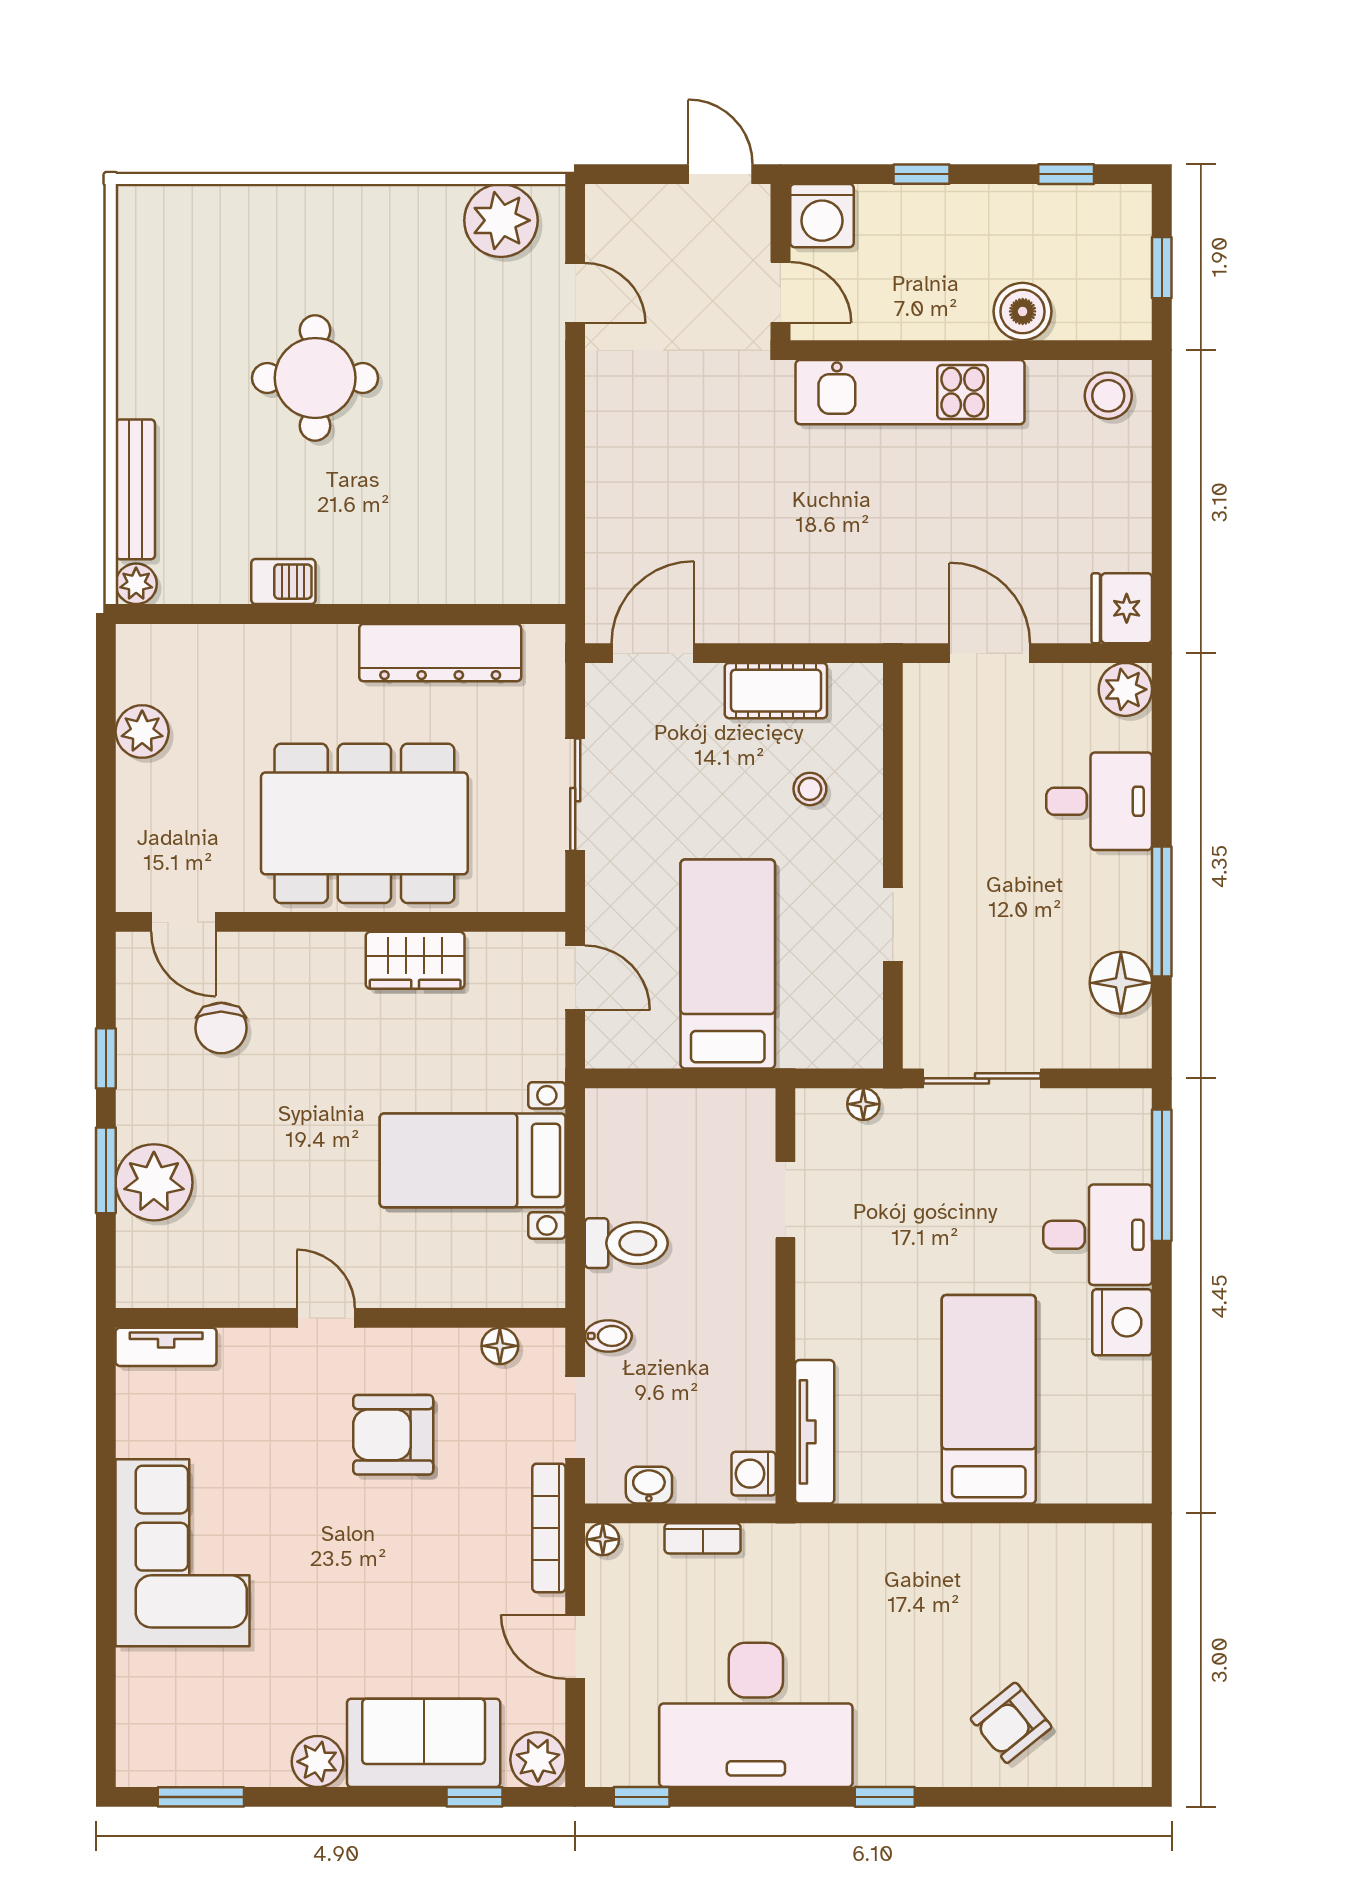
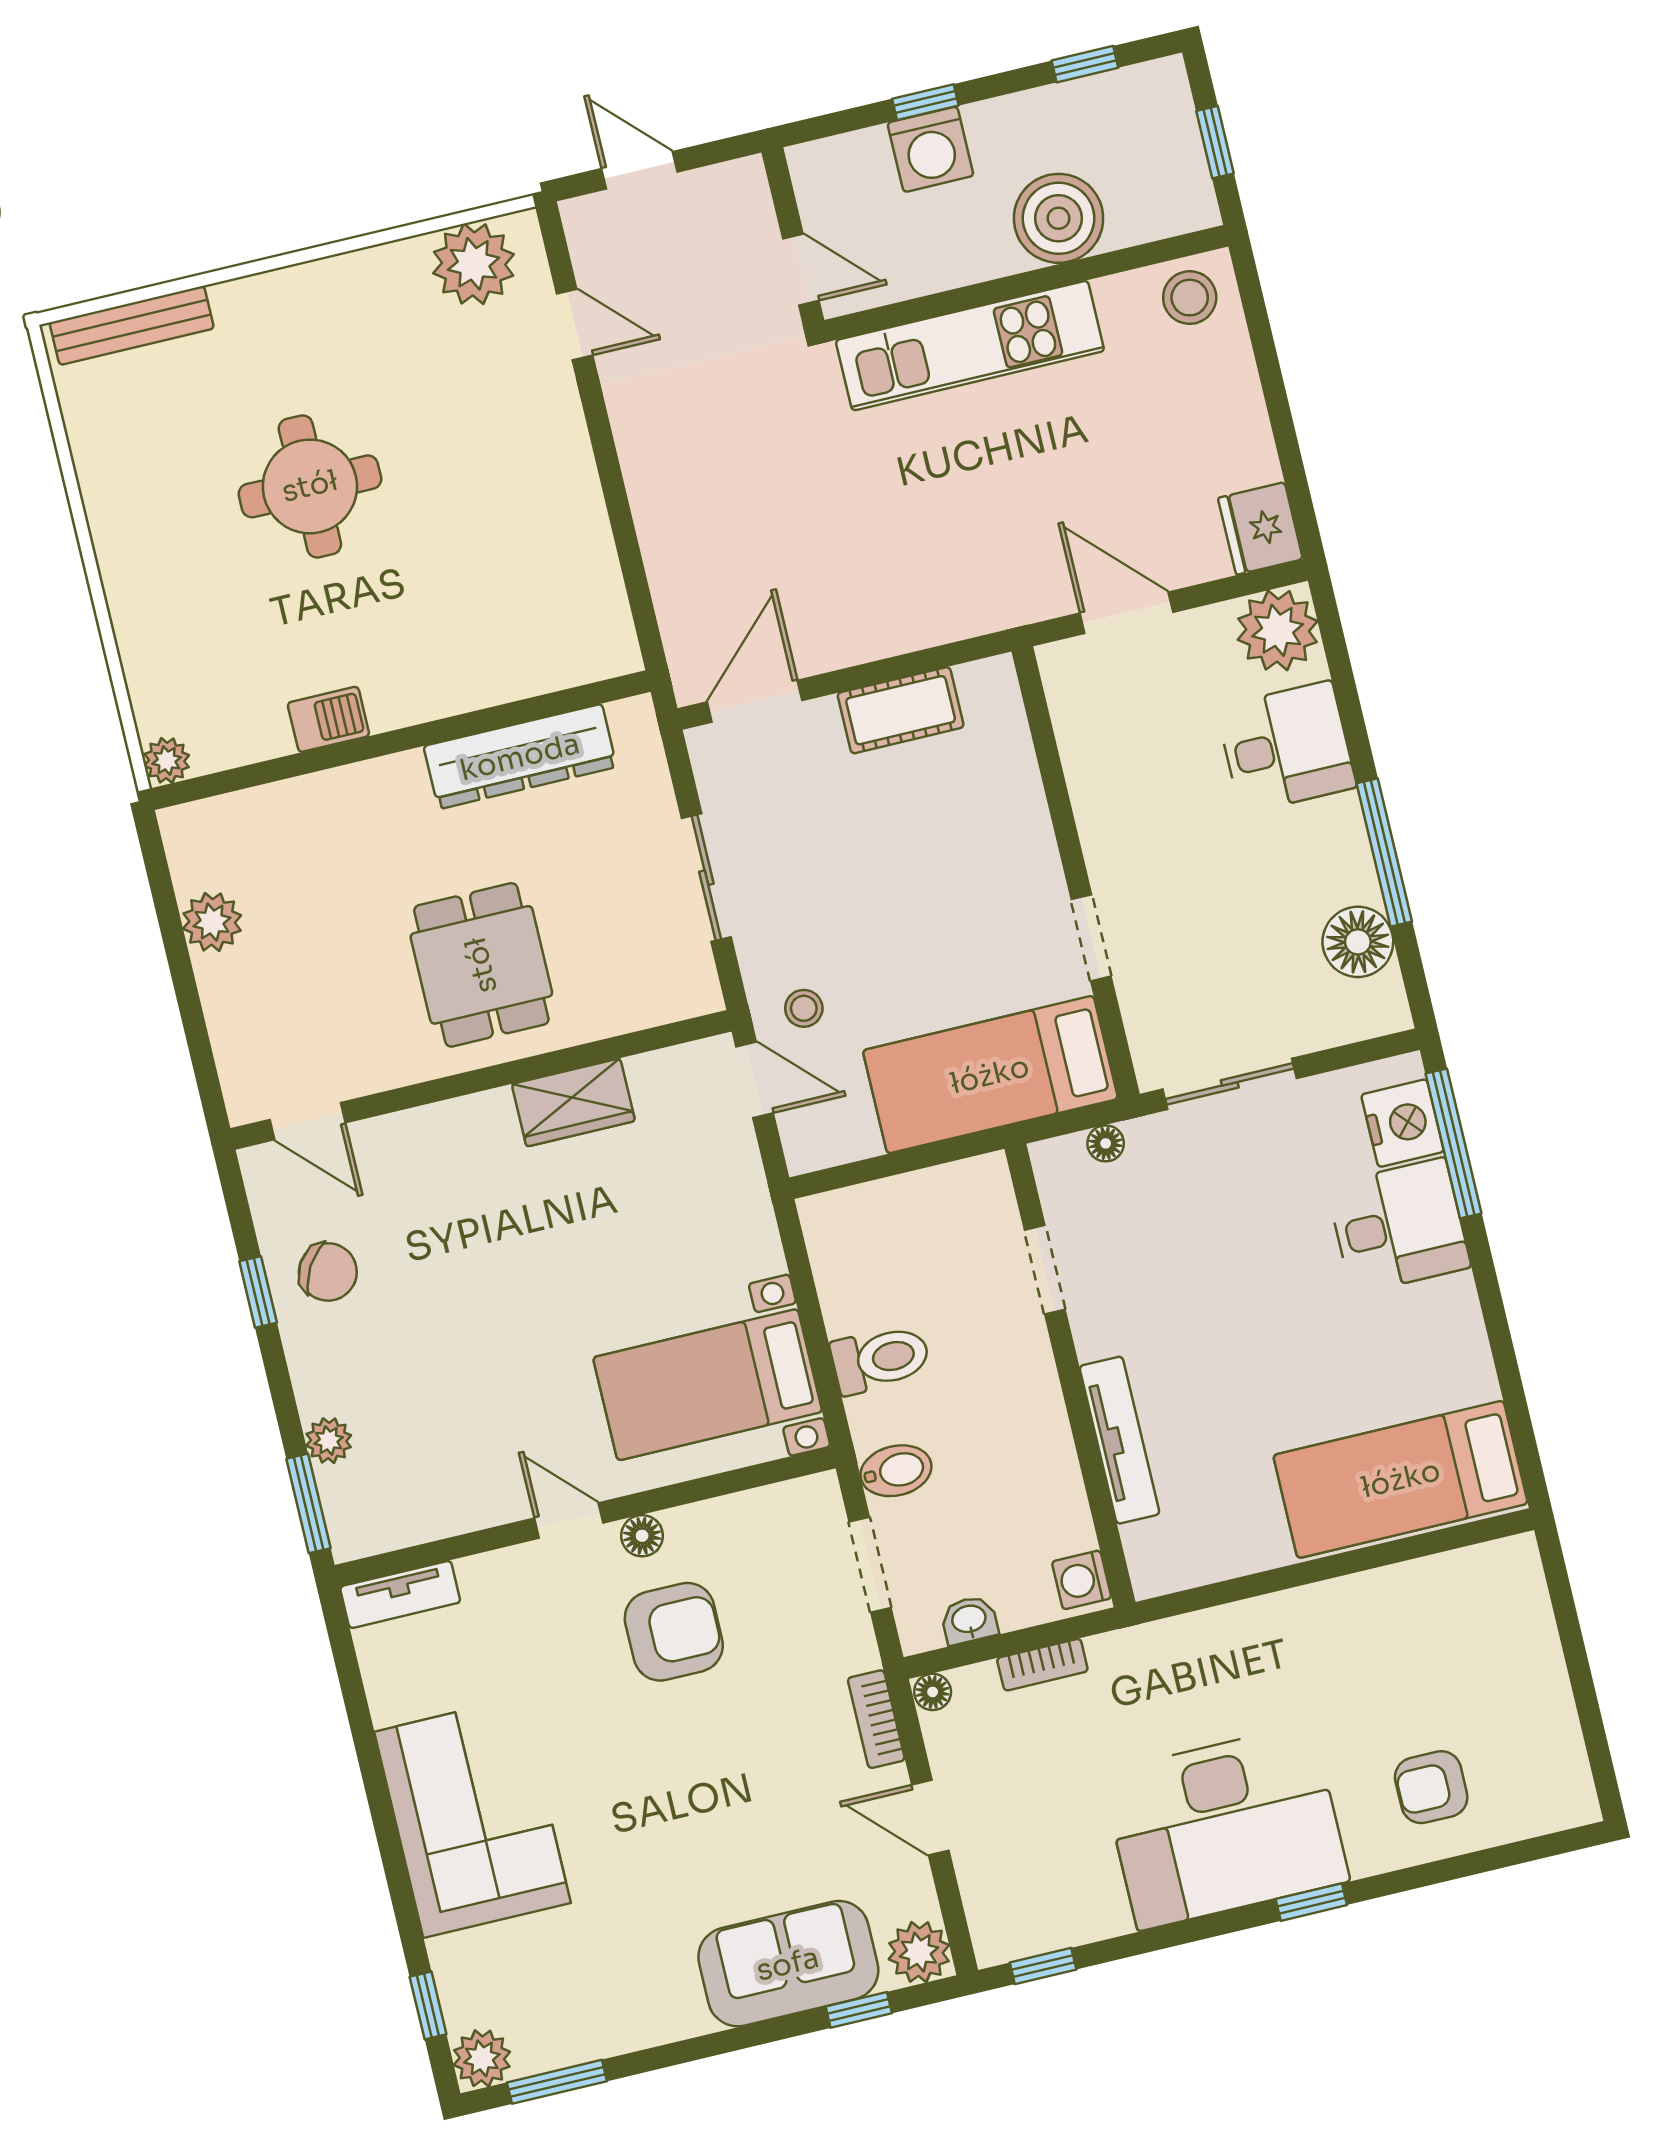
door: (720, 174) -> (639, 170), moved
washing machine: (822, 216) -> (930, 149), moved
boiler: (1023, 311) -> (1059, 218), width x1.37, depth x1.37
bench: (135, 489) -> (132, 325), moved, turned 90
plant: (1125, 689) -> (1278, 630), width x1.36, depth x1.36
stool: (810, 789) -> (804, 1008), moved
dining table: (364, 823) -> (481, 965), width x0.53, depth x0.80
bed: (728, 964) -> (990, 1075), moved, turned -90
chair: (221, 1028) -> (328, 1272), moved, turned -59
bed with nightstands: (473, 1160) -> (708, 1385), moved
window: (106, 1170) -> (308, 1503), moved
plant: (154, 1182) -> (329, 1441), width x0.53, depth x0.53
nightstand: (1122, 1322) -> (1403, 1123), moved
bidet: (608, 1336) -> (896, 1471), width x1.38, depth x1.36
floor lamp: (500, 1346) -> (642, 1536), moved
bed: (989, 1399) -> (1401, 1479), moved, turned -90
tv unit: (815, 1432) -> (1119, 1440), moved
armchair: (393, 1435) -> (674, 1632), turned 180
bookcase: (549, 1528) -> (876, 1719), width x0.64
window: (106, 1705) -> (428, 2005), added
desk: (756, 1715) -> (1225, 1827), moved
armchair: (1011, 1723) -> (1431, 1787), turned 39
plant: (318, 1762) -> (482, 2058), moved

